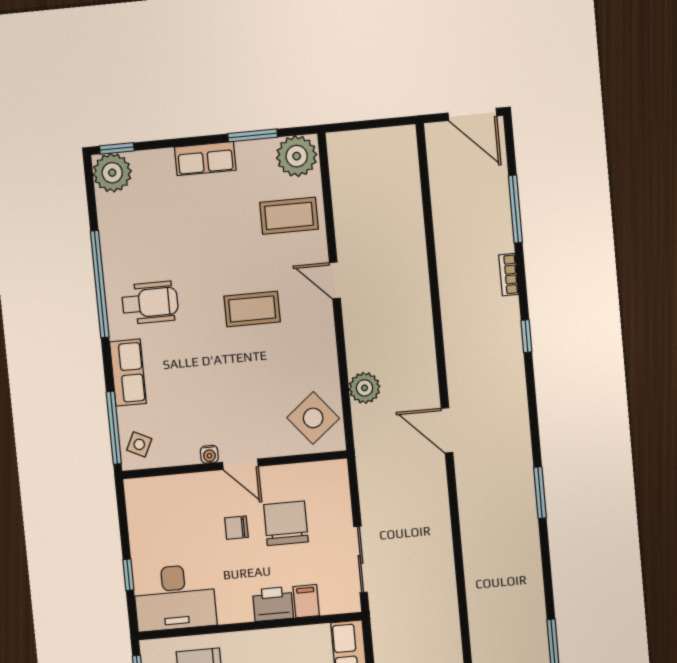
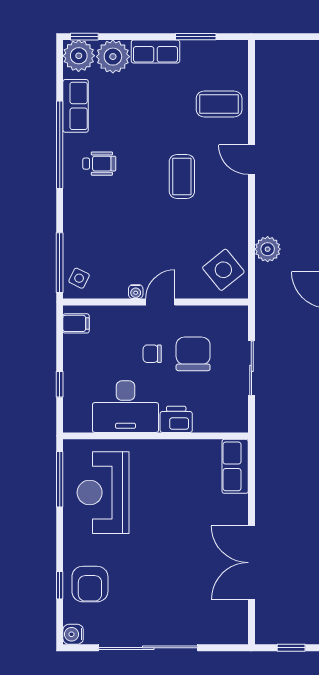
plant: (297, 156) -> (113, 57), moved
wheelchair: (150, 303) -> (99, 164), width x0.73, depth x0.73
coffee table: (252, 309) -> (182, 176), turned 90
row of seats: (128, 373) -> (76, 106), moved
door: (240, 464) -> (160, 302), swing flipped
sliding door: (361, 559) -> (251, 368), moved
desk: (175, 598) -> (125, 407), moved
filing cabinet: (306, 601) -> (76, 323), moved, turned 90

